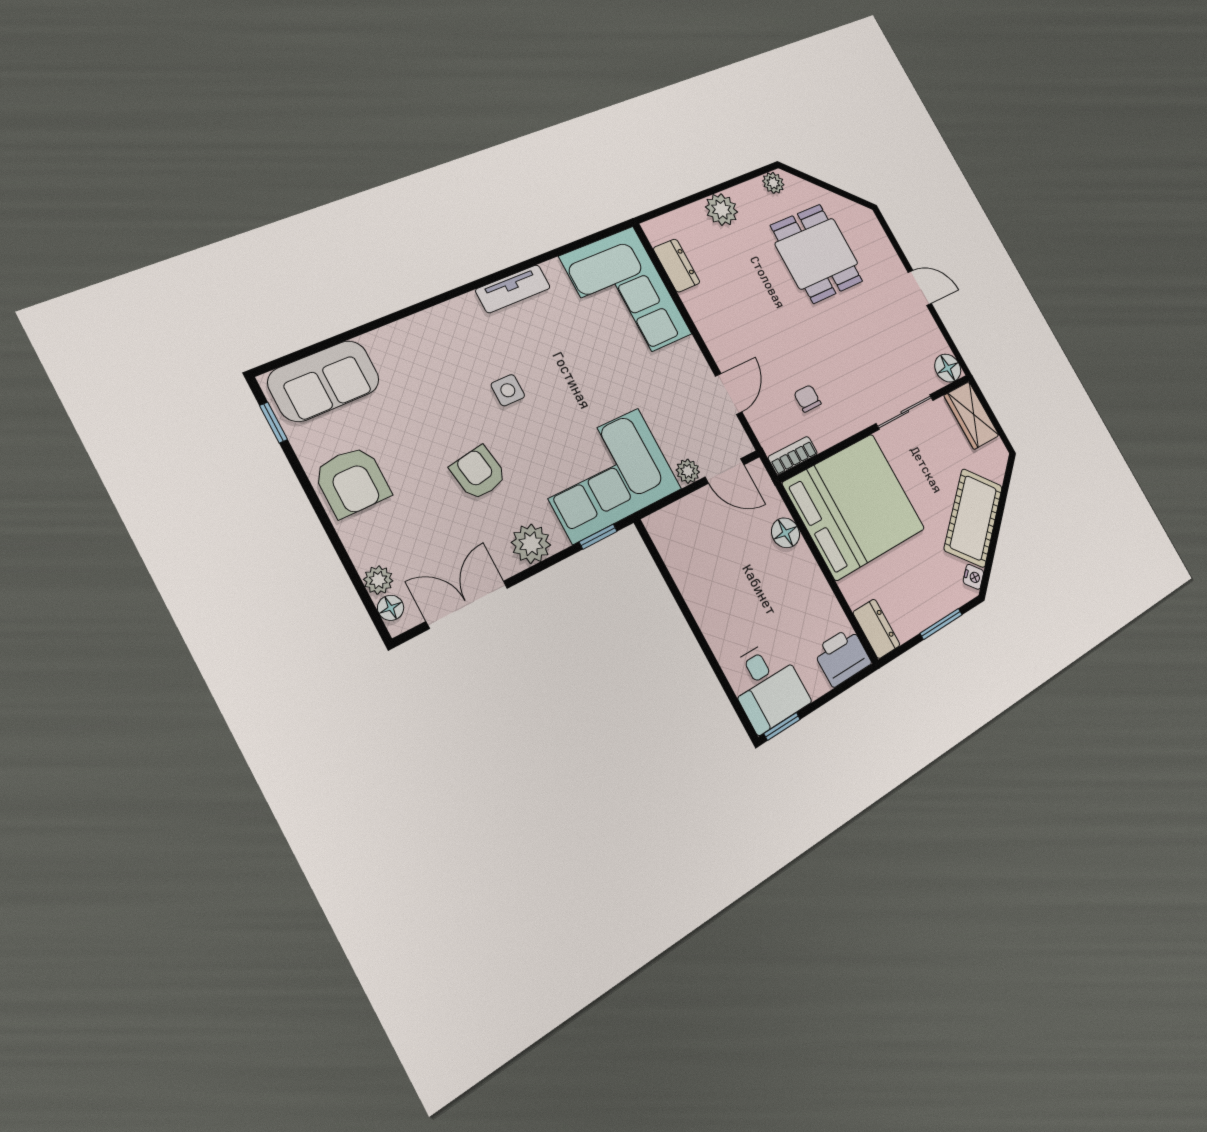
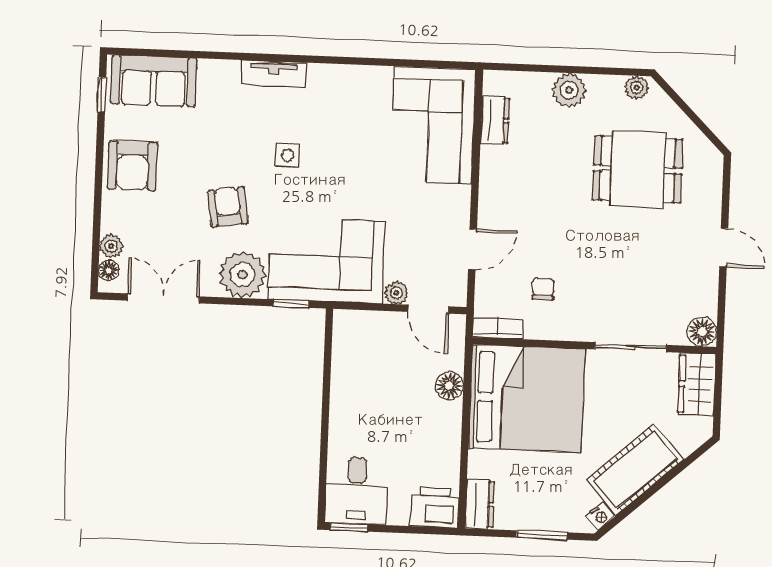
dining table: (817, 254) -> (638, 169), turned 90
tv unit: (513, 289) -> (274, 74), moved
plant: (531, 544) -> (243, 275), width x1.36, depth x1.36

